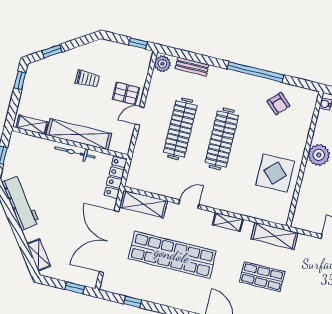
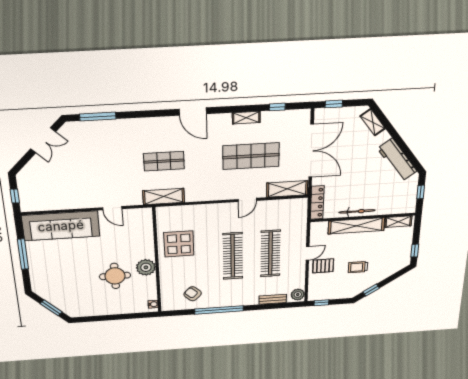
window: (52, 51) -> (371, 290), moved
shelving: (228, 222) -> (246, 118), moved
shop shelf: (172, 255) -> (251, 156), width x0.71

